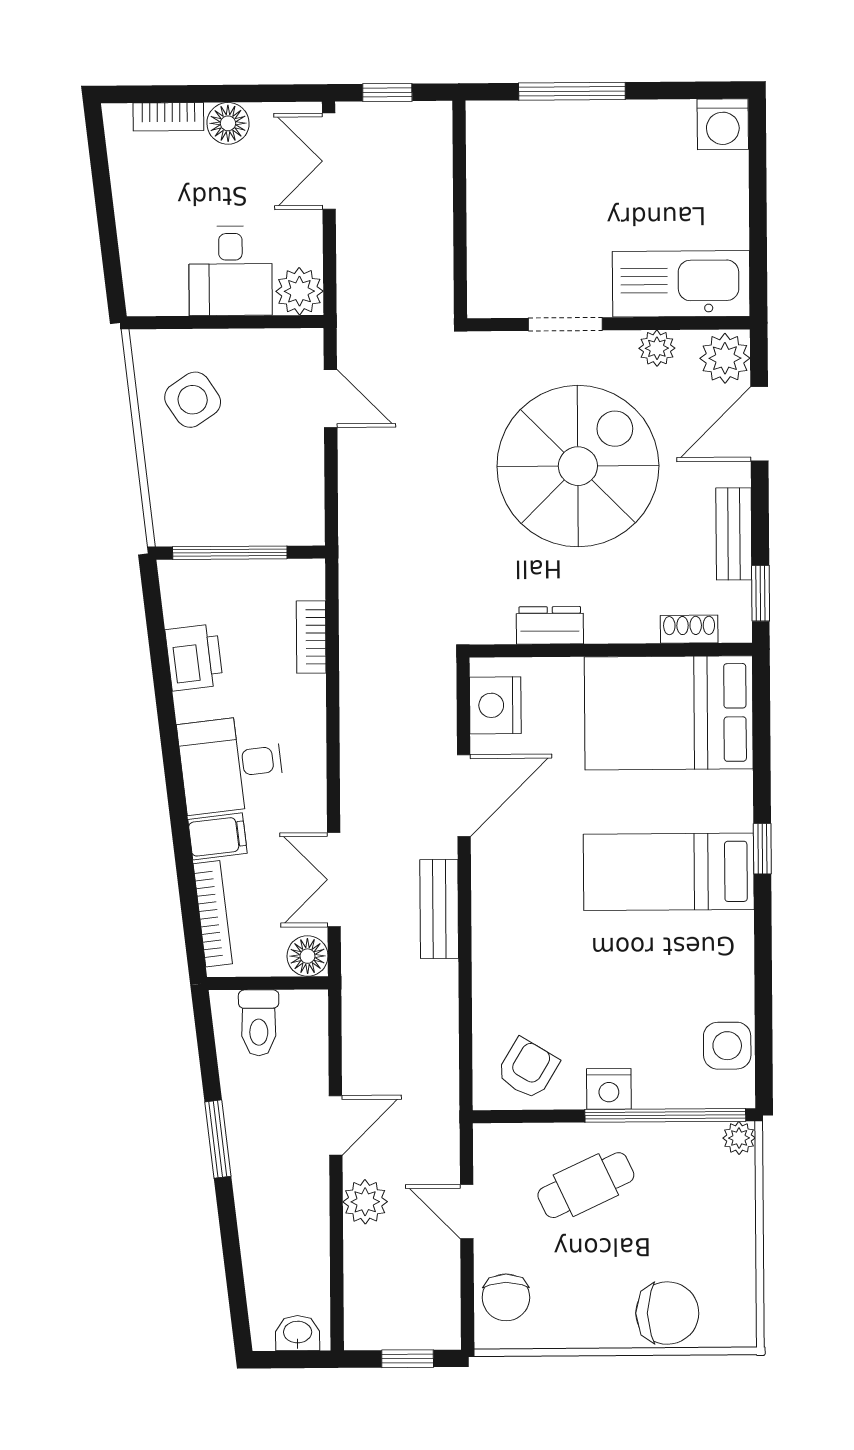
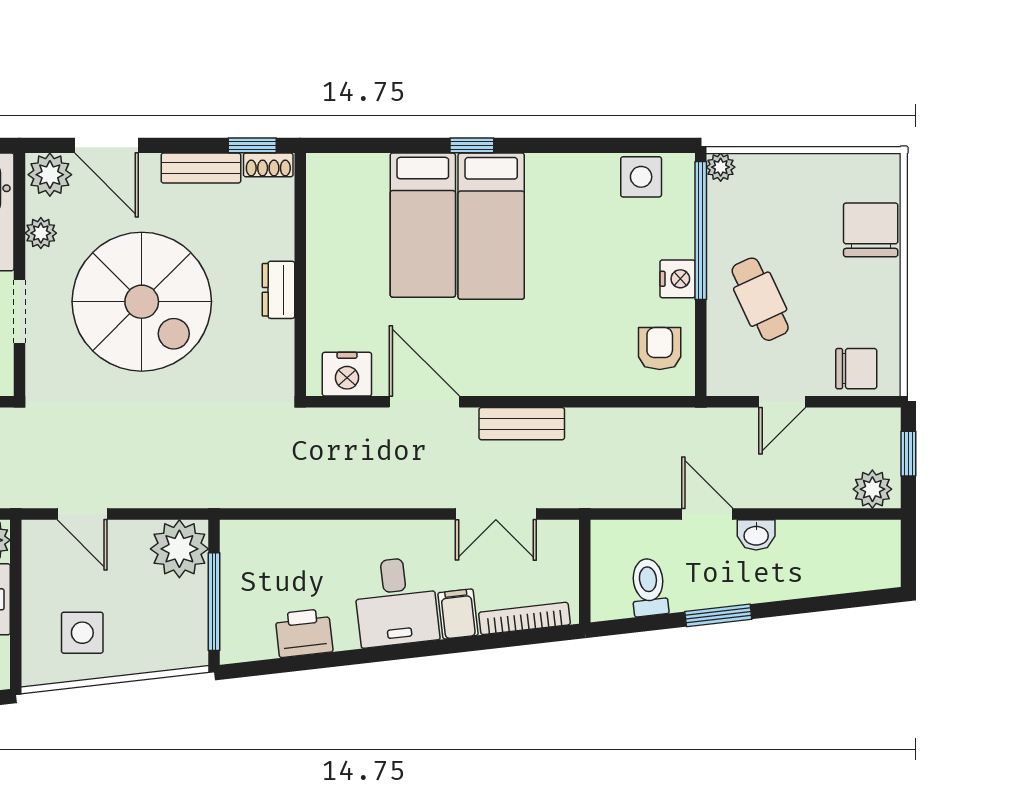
door: (331, 399) -> (82, 514), swing flipped
side table: (193, 400) -> (82, 633), turned 34
spiral stairs: (578, 466) -> (142, 302), turned 180
plant: (291, 512) -> (179, 549), added
dresser: (550, 625) -> (278, 290), moved
shoe rack: (689, 629) -> (268, 165), moved, turned -90
bookcase: (311, 637) -> (287, 532), removed
bed: (669, 713) -> (423, 225), moved, width x0.67
floor lamp: (308, 956) -> (561, 537), removed
toilet: (259, 1023) -> (649, 587), moved, turned -97
armchair: (528, 1069) -> (660, 349), turned 59
plant: (365, 1202) -> (872, 489), moved
washbasin: (298, 1333) -> (756, 535), moved, turned -90

